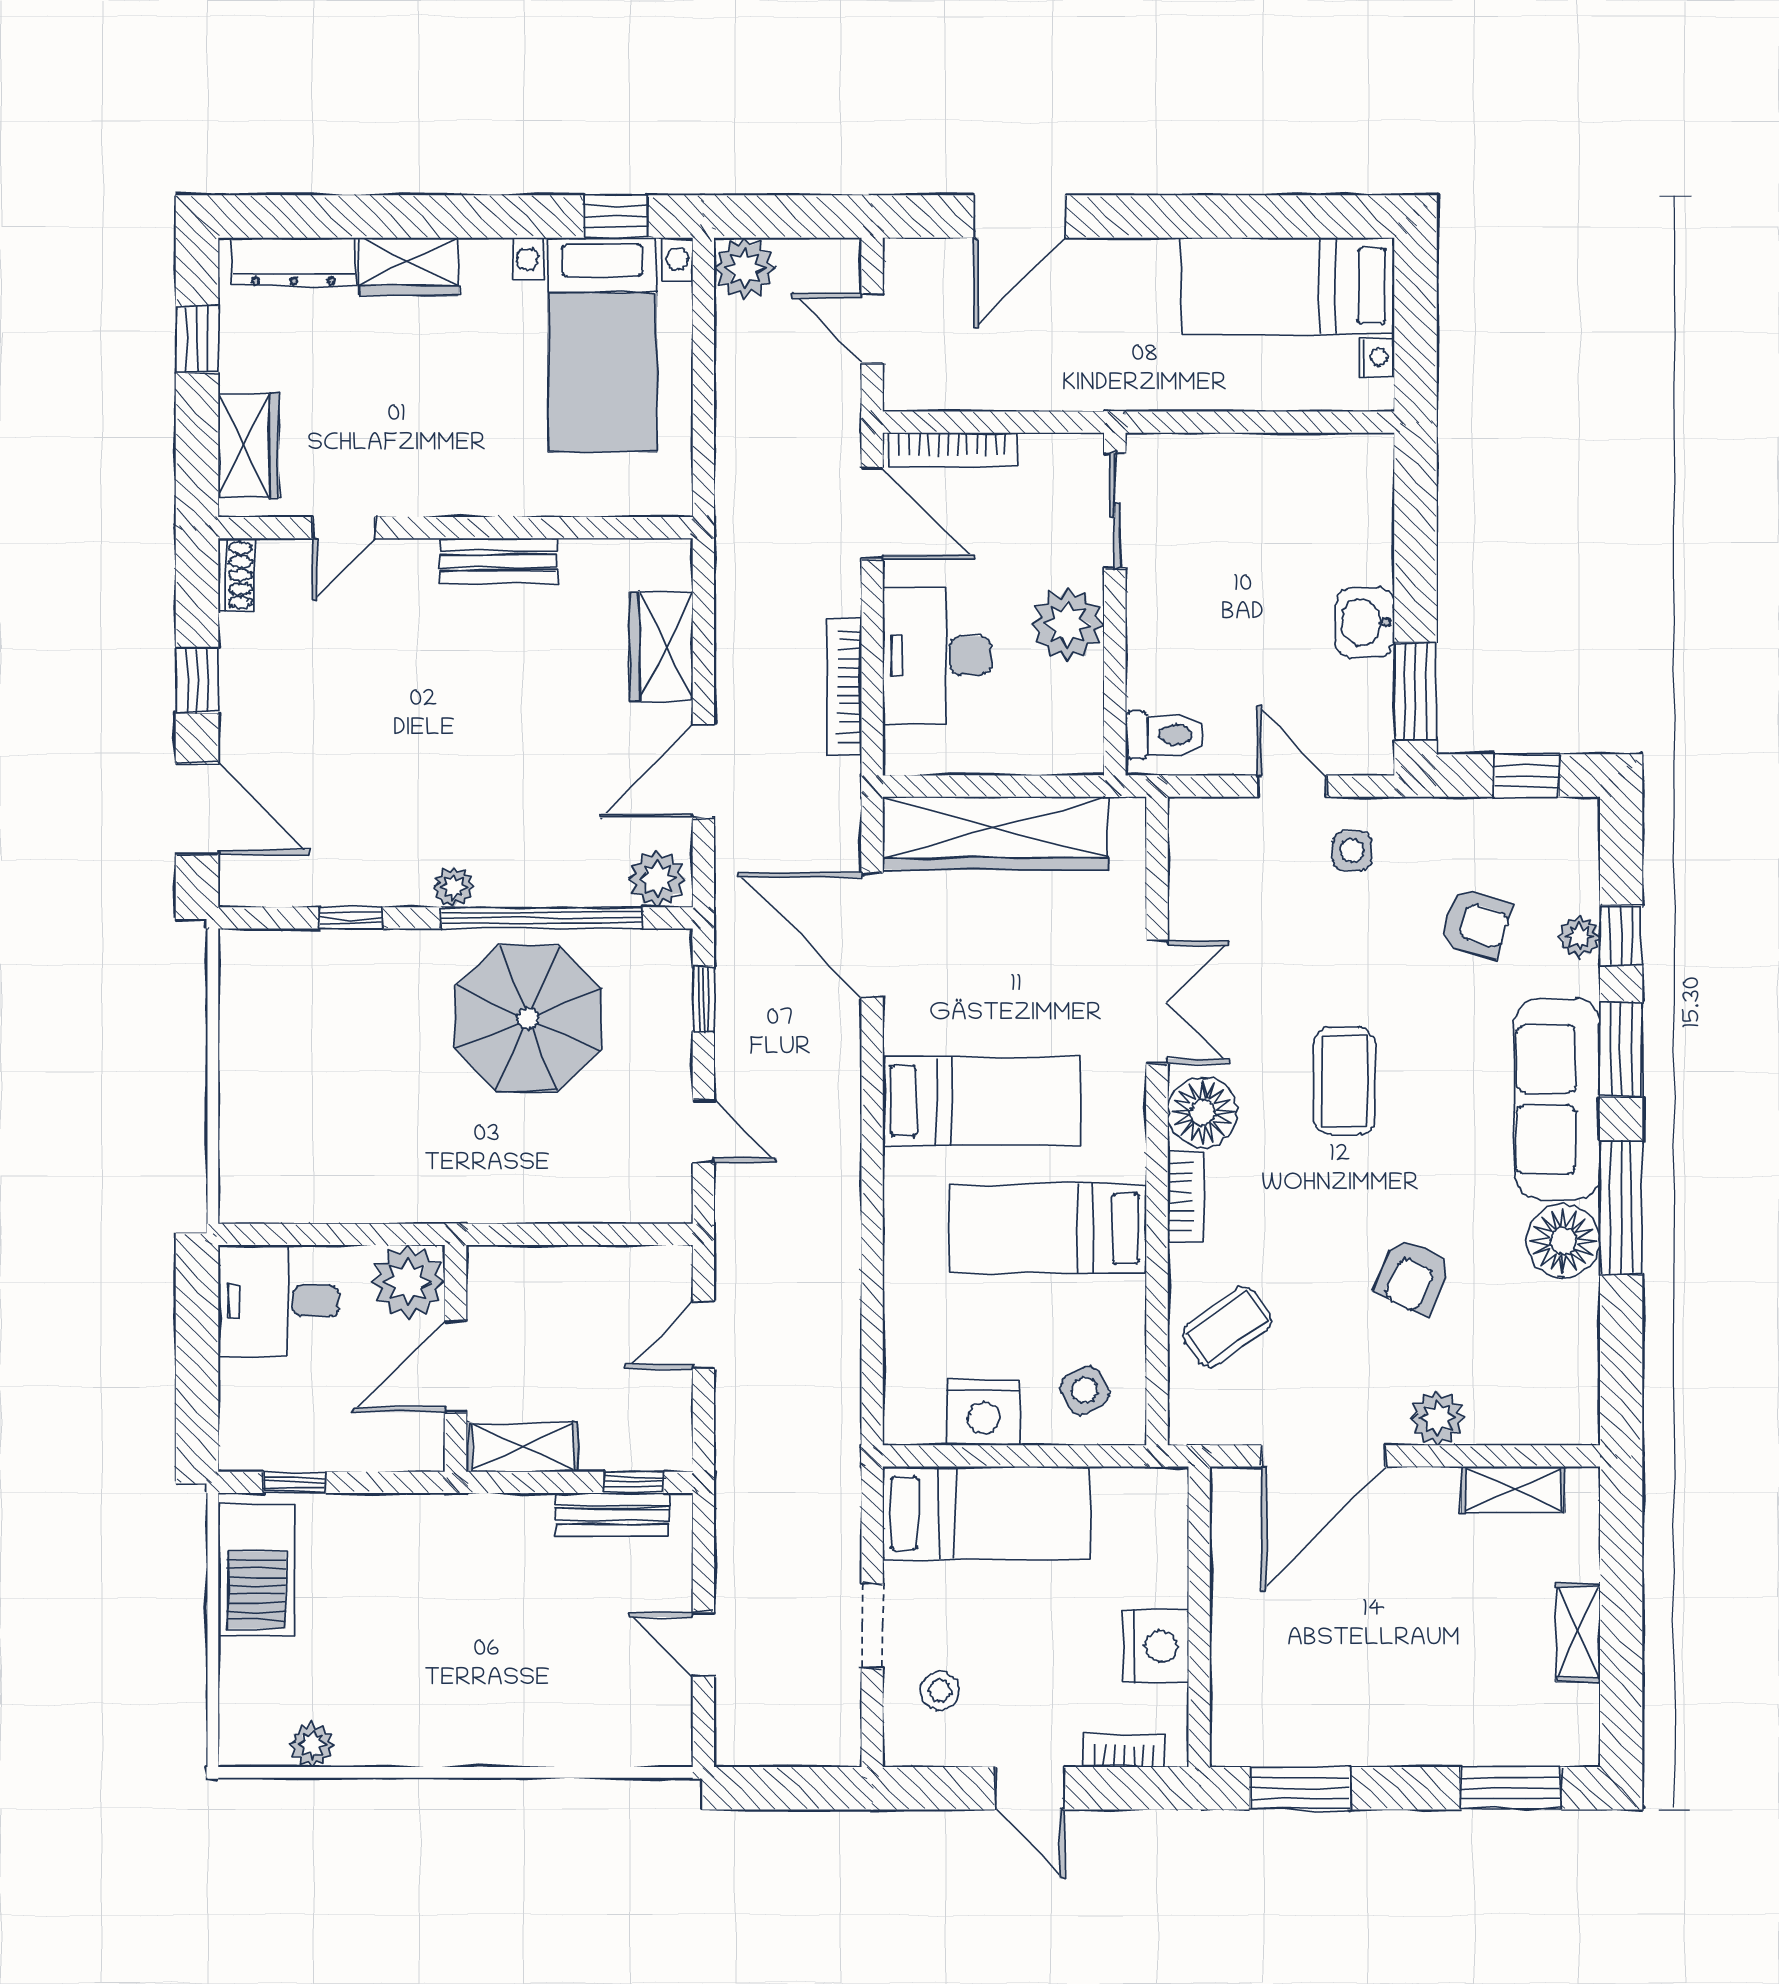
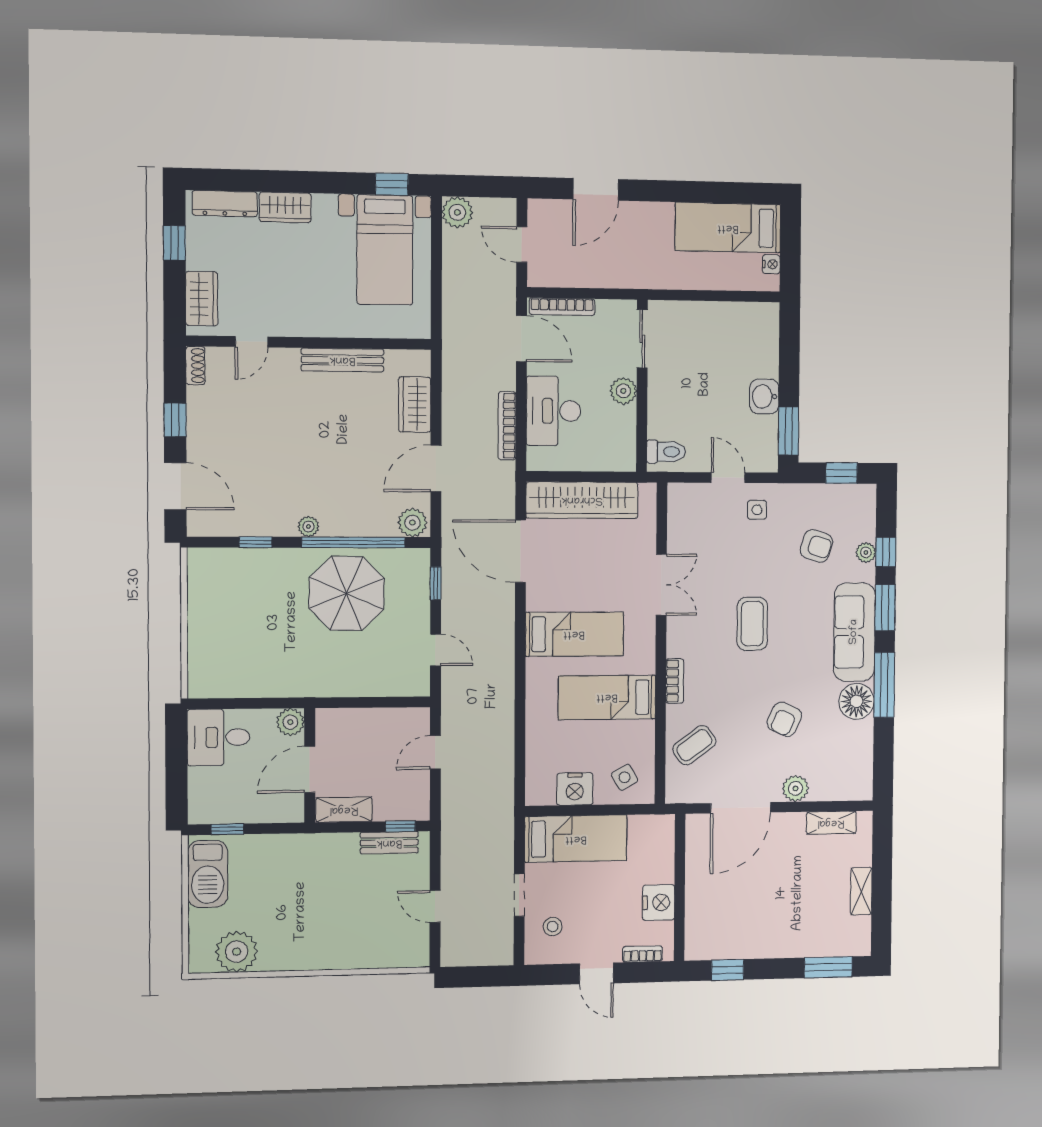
bench: (499, 561) -> (342, 360), width x1.36
plant: (1067, 624) -> (623, 391), width x0.73, depth x0.73
floor lamp: (1203, 1112) -> (683, 639), removed
plant: (408, 1282) -> (290, 722), width x0.73, depth x0.73
plant: (312, 1745) -> (237, 952), width x1.88, depth x1.88
window: (1300, 1788) -> (728, 970), width x0.67

